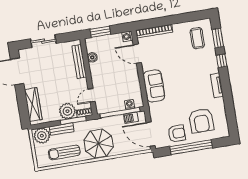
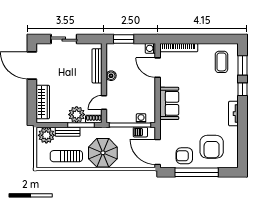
boiler: (92, 57) -> (111, 76), moved
armchair: (177, 133) -> (184, 156), turned 180

